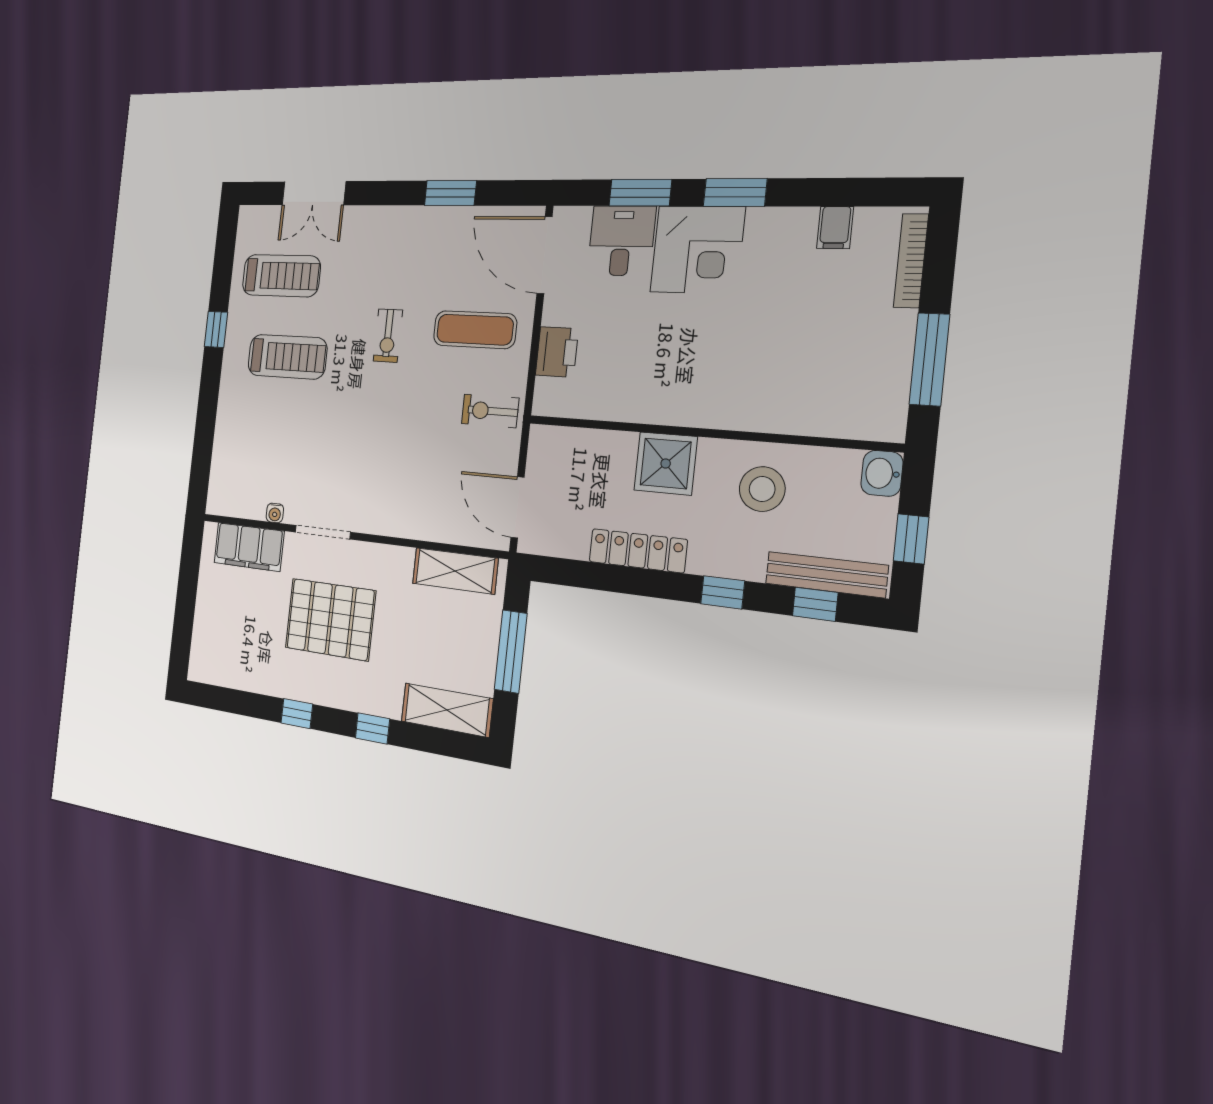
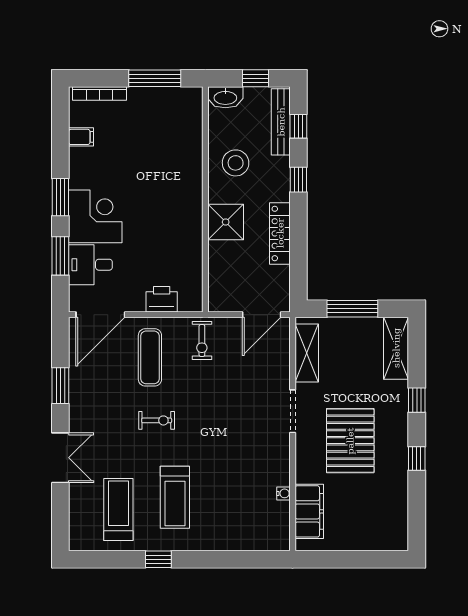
double door: (314, 193) -> (60, 458), moved
treadmill: (287, 357) -> (175, 497), turned 180
washbasin: (882, 473) -> (225, 97), width x1.38
doorway: (323, 532) -> (293, 411), moved

